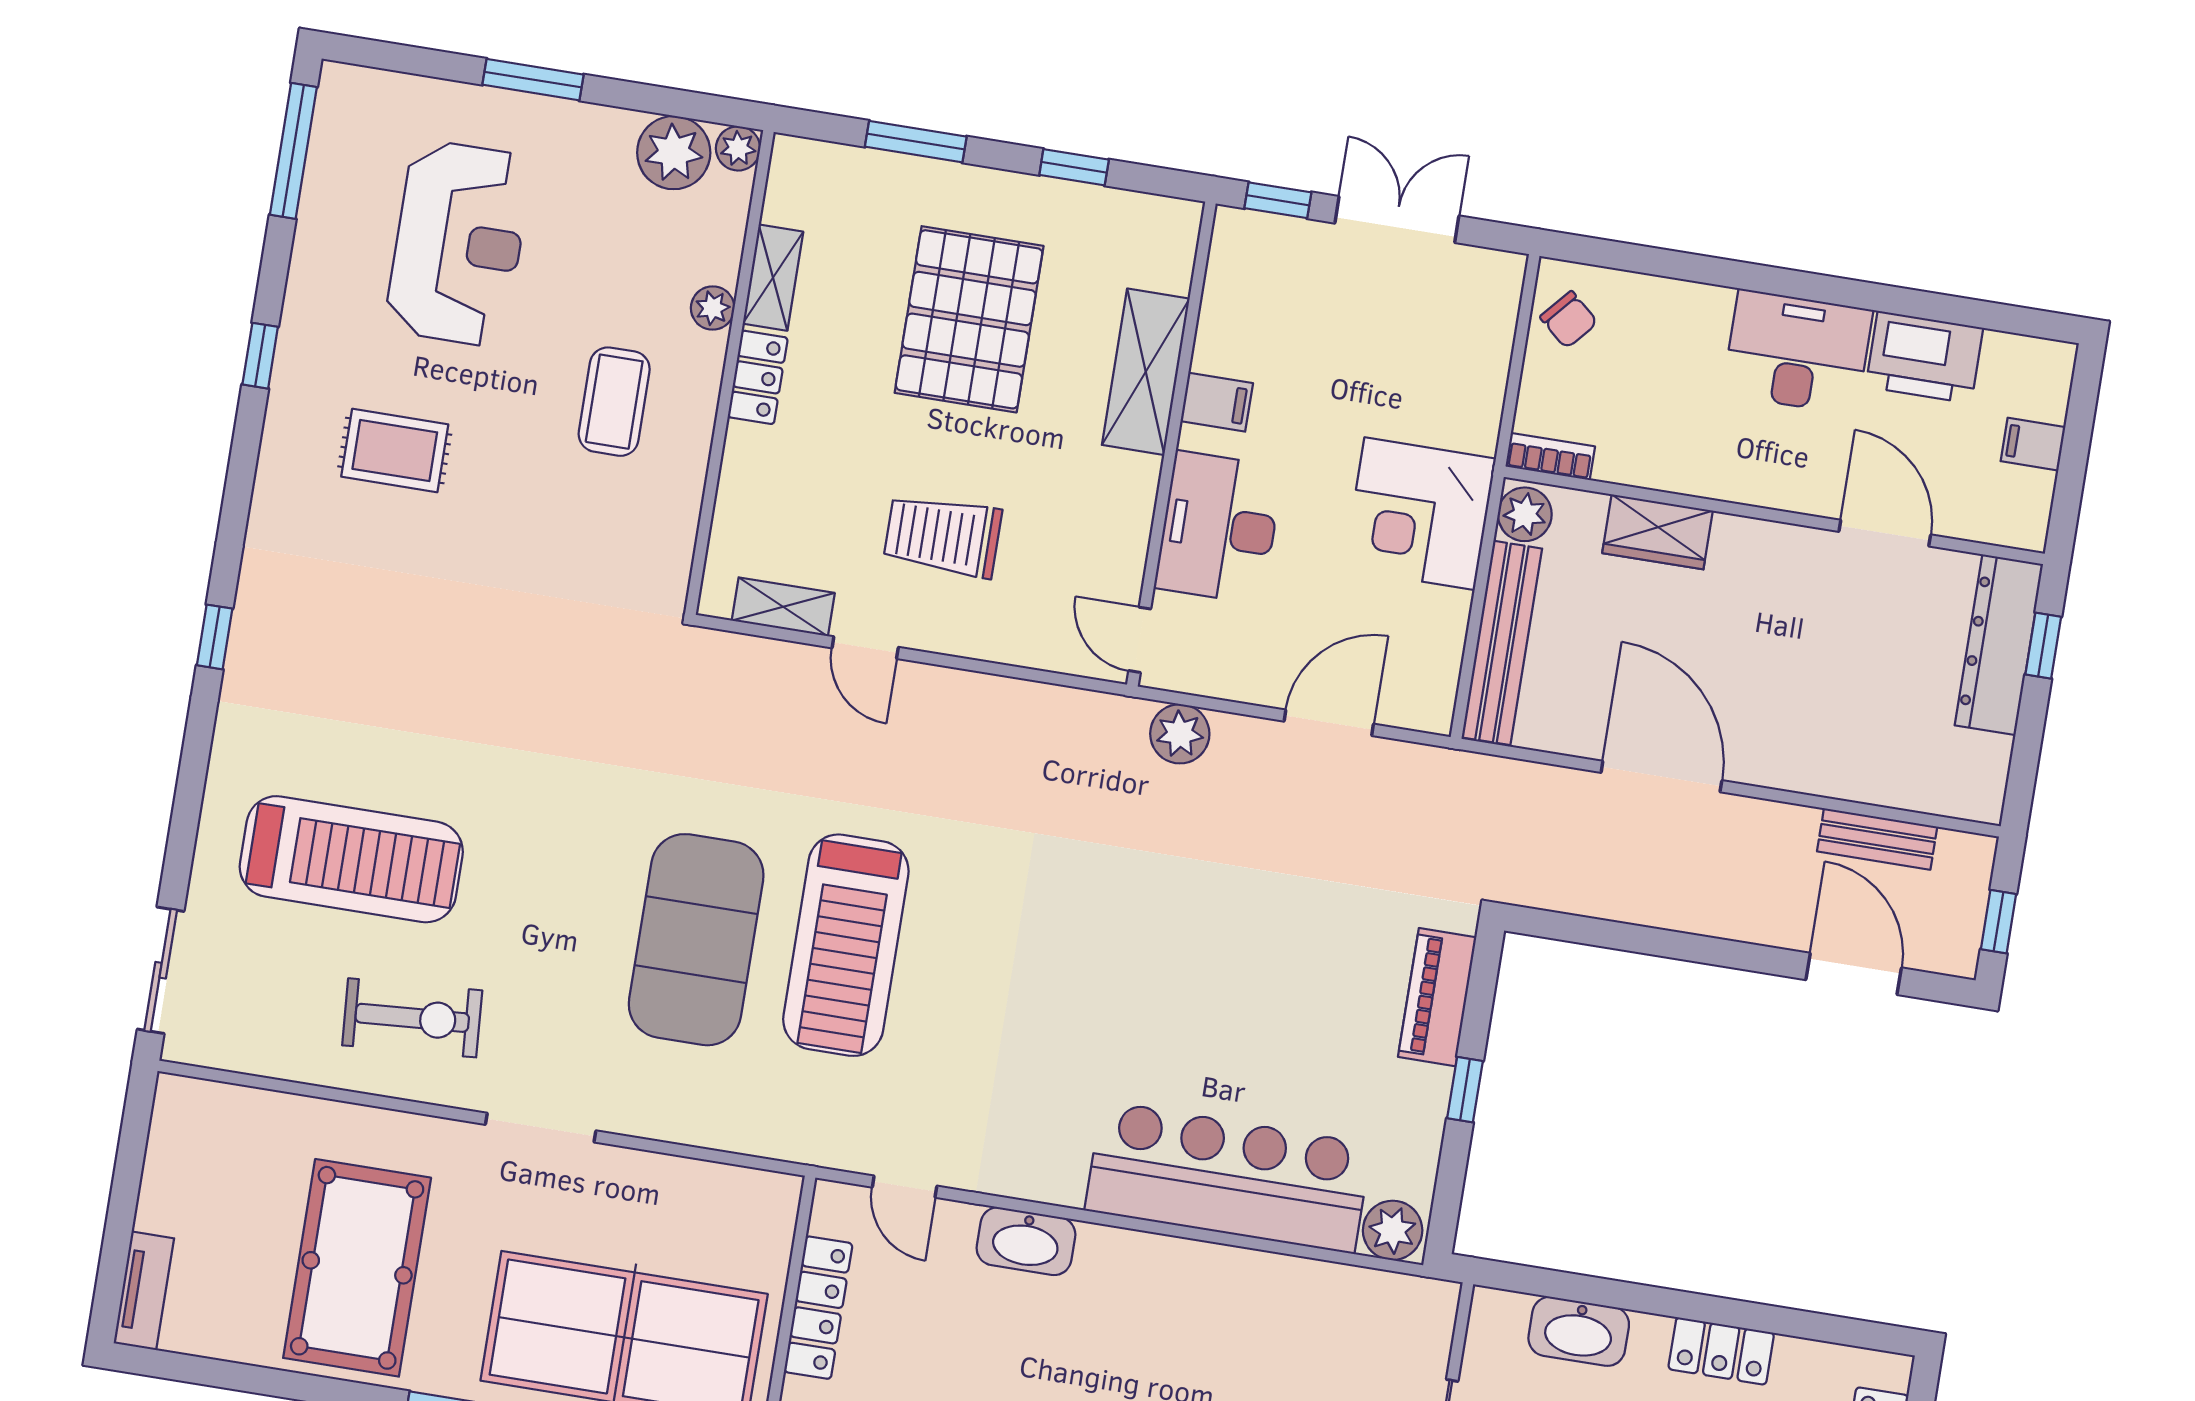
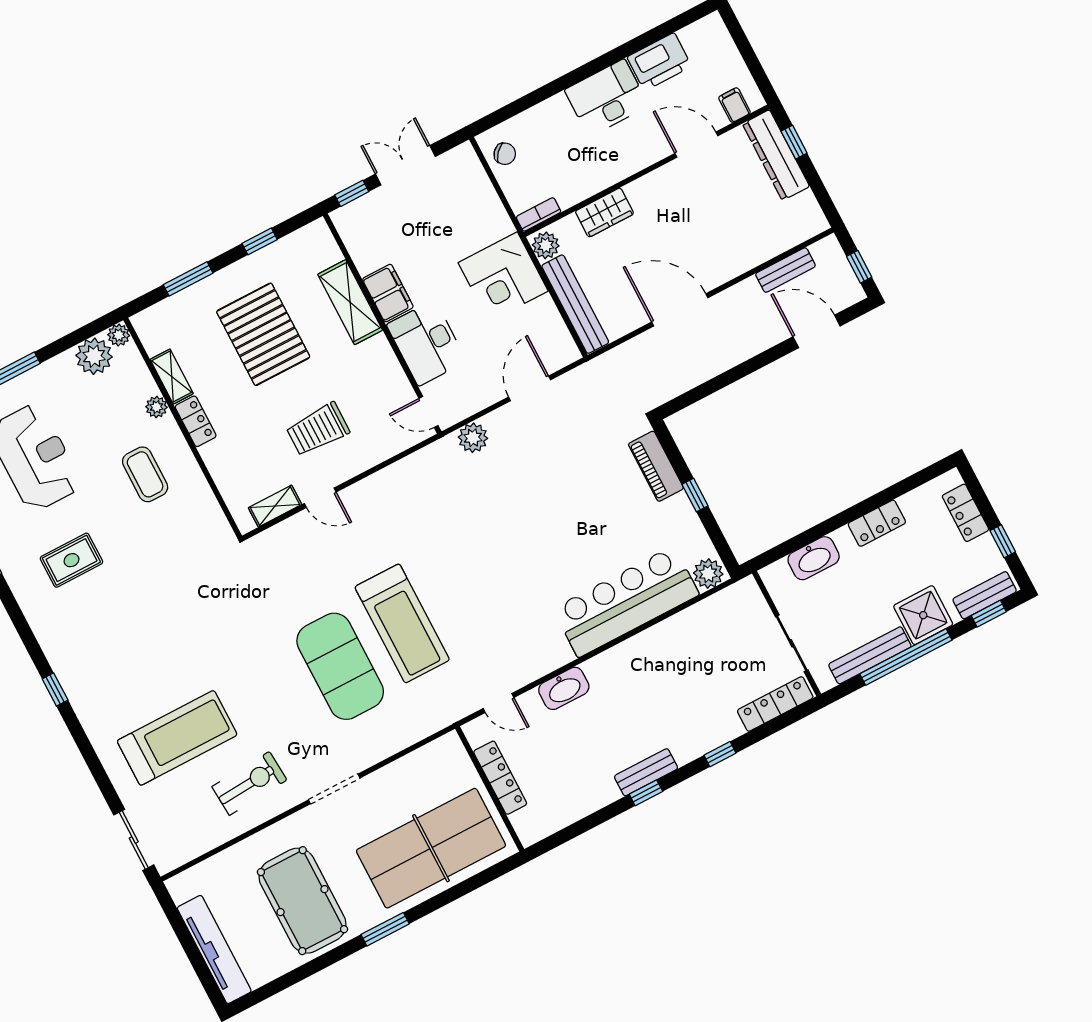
filing cabinet: (1217, 402) -> (388, 293), width x2.00
filing cabinet: (2033, 444) -> (734, 105), moved, turned 90
tv unit: (144, 1291) -> (214, 949), width x1.92, depth x1.29

